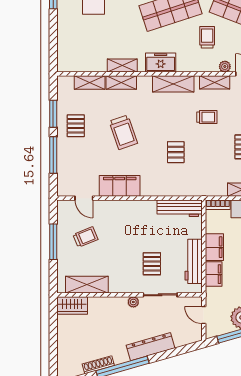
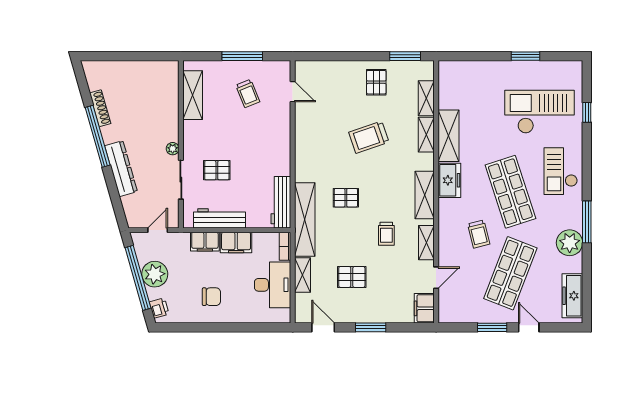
trolley: (207, 37) -> (479, 234), turned 76
shelving: (122, 66) -> (449, 136), width x1.50, depth x1.33
plant: (225, 67) -> (445, 254), removed
window: (53, 114) -> (405, 56), moved
pallet: (76, 126) -> (376, 82), turned 90
window: (53, 155) -> (342, 56), removed
filing cabinet: (120, 186) -> (307, 133), removed
shelving: (194, 188) -> (305, 219), added
door: (84, 198) -> (293, 92), swing flipped
wardrobe: (72, 305) -> (169, 78), removed

